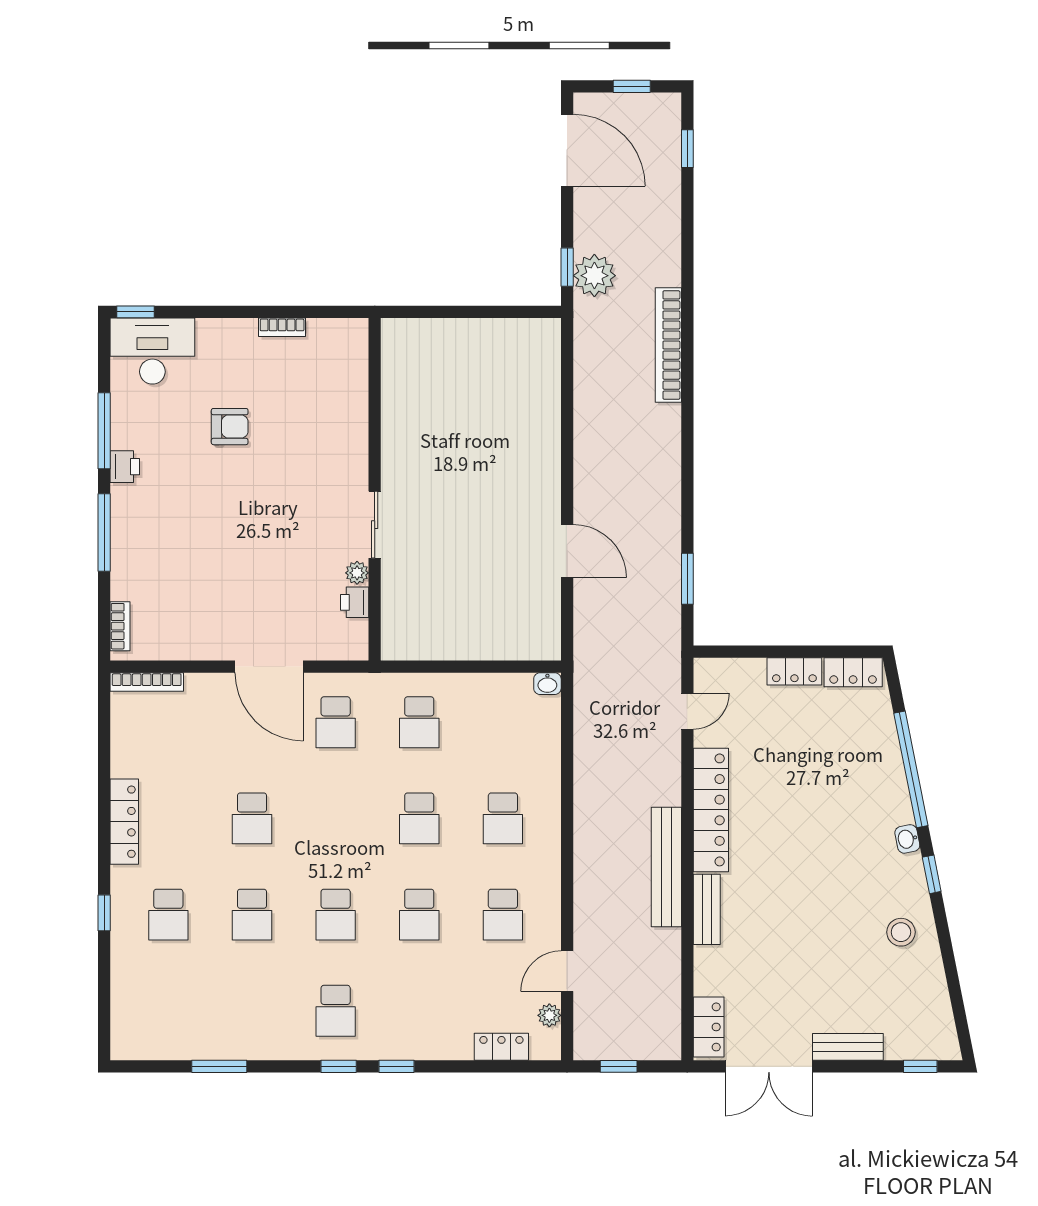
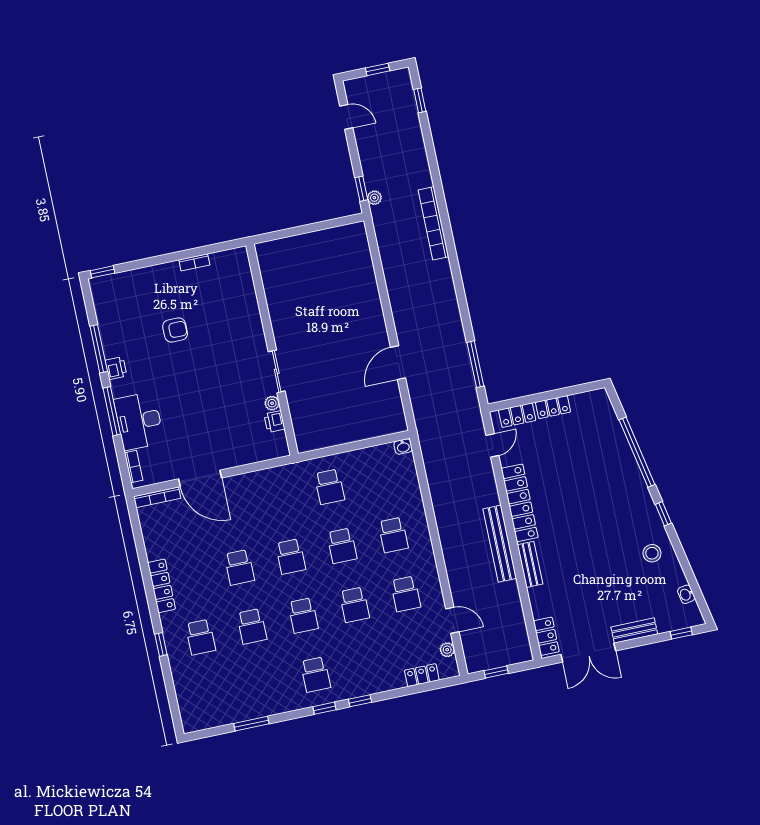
door: (567, 150) -> (346, 117), width x0.53
plant: (594, 276) -> (374, 198), width x0.53, depth x0.53
desk: (152, 351) -> (139, 421), moved, turned -90
door: (567, 551) -> (398, 363), swing flipped
window: (687, 579) -> (475, 364), width x1.44
door: (269, 667) -> (200, 478), moved
locker: (853, 672) -> (517, 415), moved
school desk: (336, 722) -> (291, 557), moved
washbasin: (907, 839) -> (686, 594), moved
door: (567, 971) -> (452, 620), swing flipped

